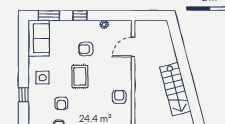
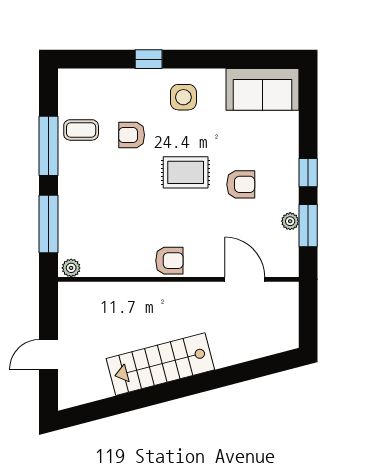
window: (49, 16) -> (308, 226), moved
armchair: (86, 49) -> (241, 184), turned 90
armchair: (119, 97) -> (169, 261), moved

